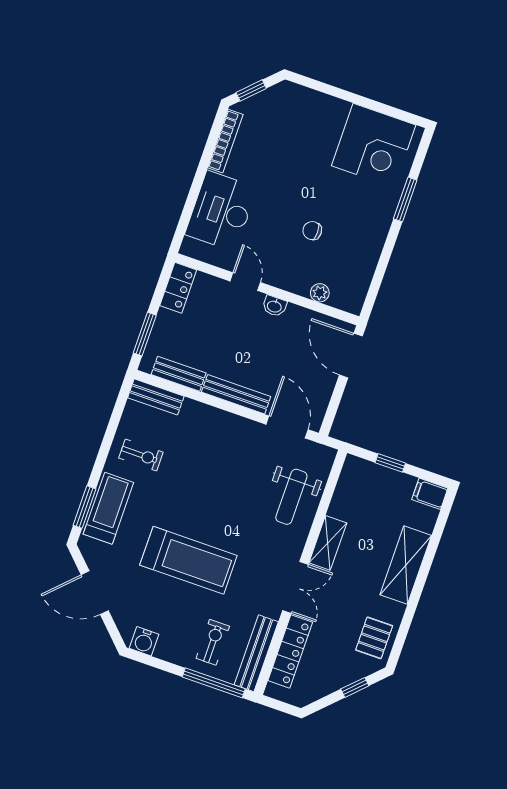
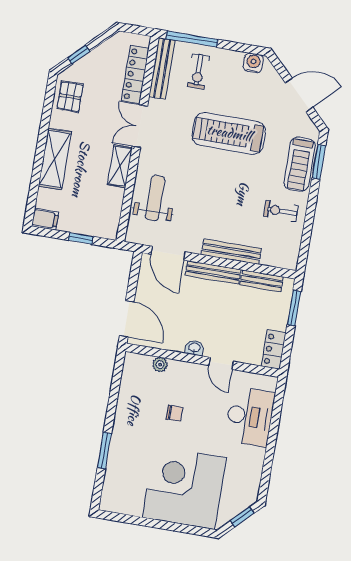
bookcase: (225, 141) -> (256, 473), removed
corner desk: (374, 145) -> (184, 488), moved, width x1.36, depth x1.36
bench: (156, 397) -> (231, 252), moved, width x1.36

